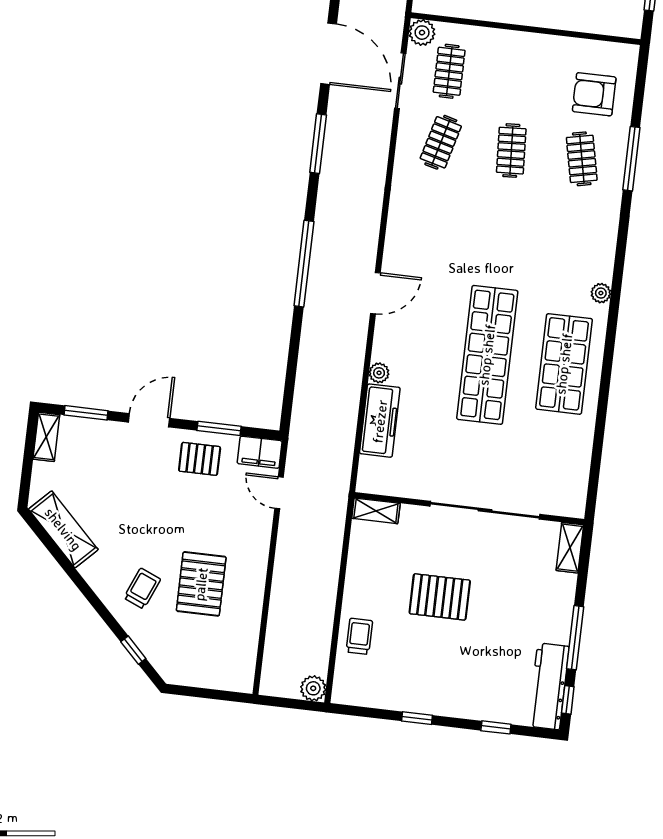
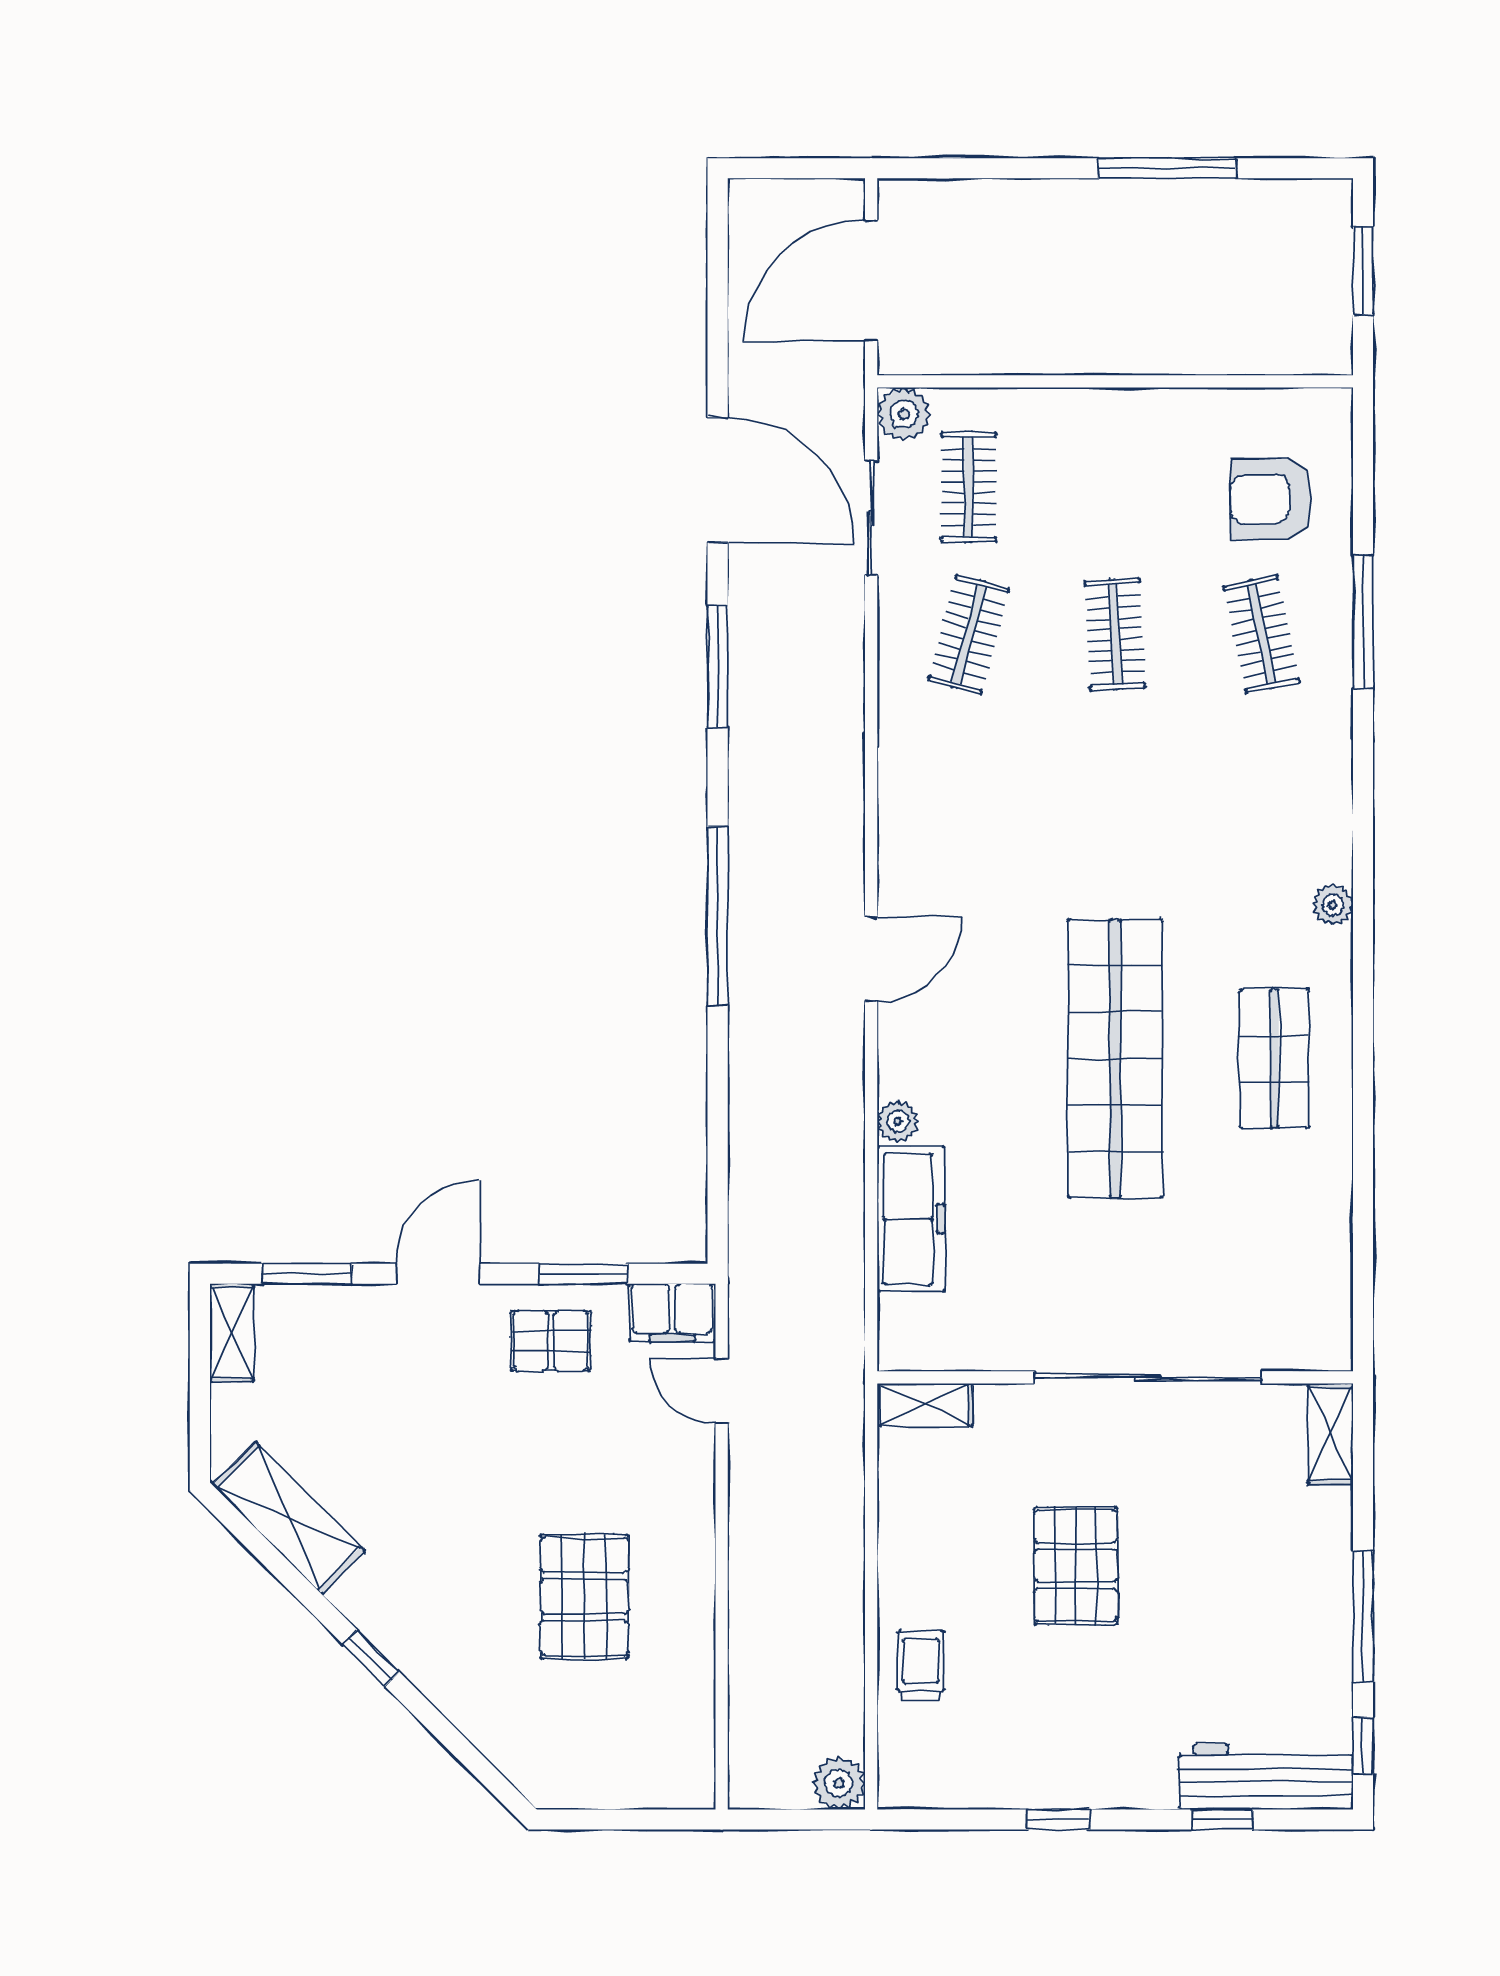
shop shelf: (564, 364) -> (1274, 1059), width x0.70, depth x0.74
trolley: (142, 589) -> (464, 1620), removed
pallet: (440, 597) -> (1076, 1566), turned 90
window: (133, 650) -> (371, 1658), moved
workbench: (549, 686) -> (1266, 1777), moved, turned 90

